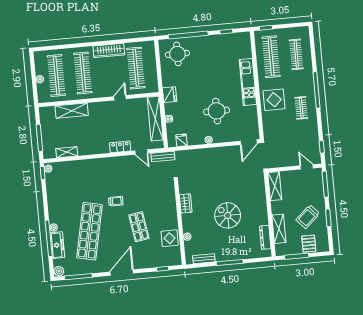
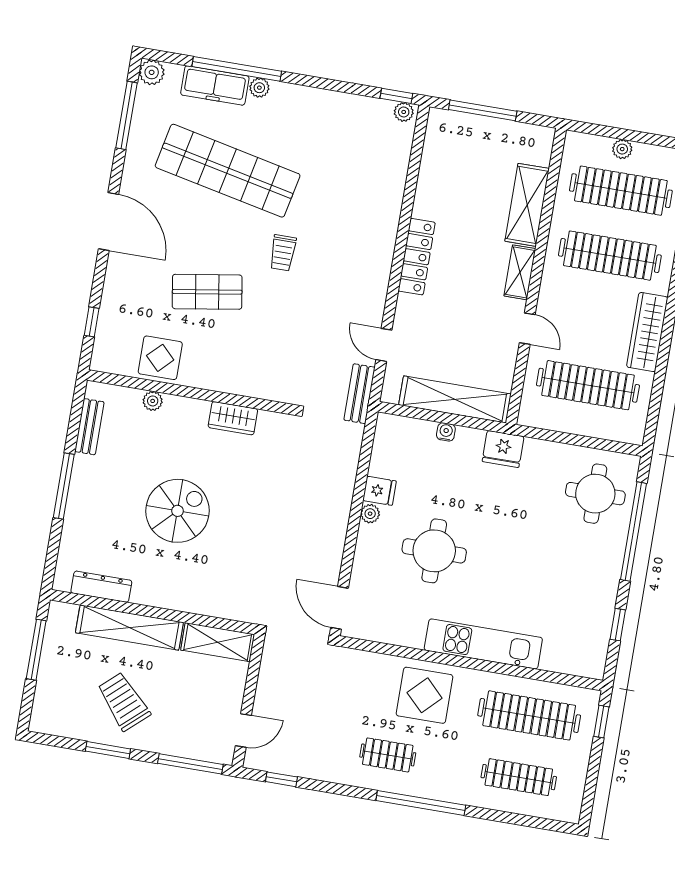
fridge: (182, 140) -> (379, 491), moved
locker: (120, 147) -> (417, 257), moved, width x1.53
shelving: (67, 152) -> (520, 272), moved
door: (141, 152) -> (384, 345), hinge flipped
shelving: (279, 229) -> (129, 628), width x1.47
pallet: (309, 244) -> (59, 687), removed

